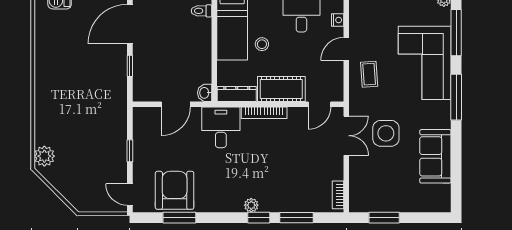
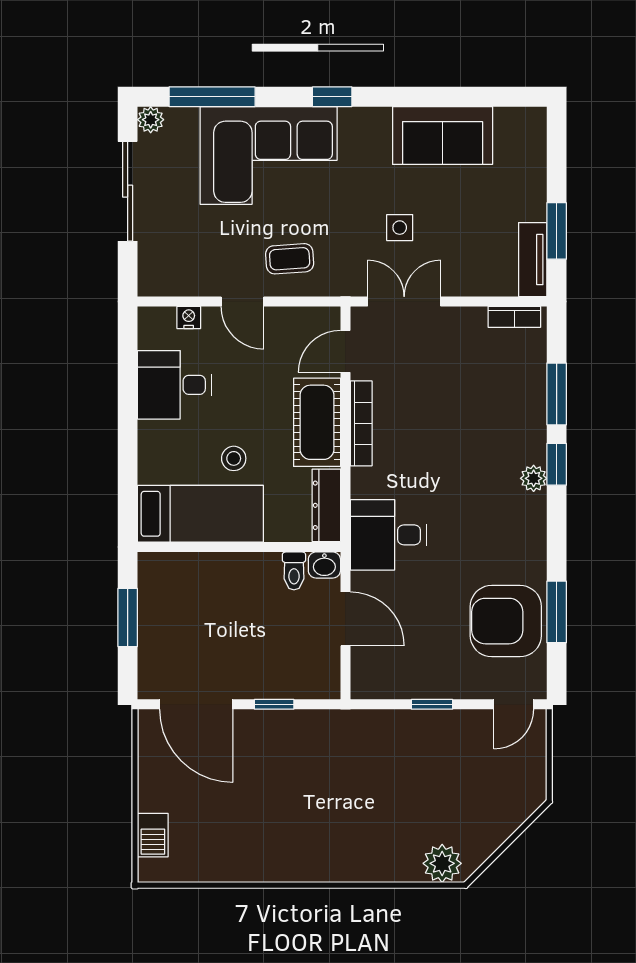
toilet: (201, 11) -> (294, 571), moved
window: (456, 97) -> (332, 97), width x0.46
door: (319, 104) -> (345, 351), swing flipped
bookcase: (264, 113) -> (361, 423), moved
side table: (386, 133) -> (400, 228), width x0.54, depth x0.54
tv unit: (369, 205) -> (533, 260), added

